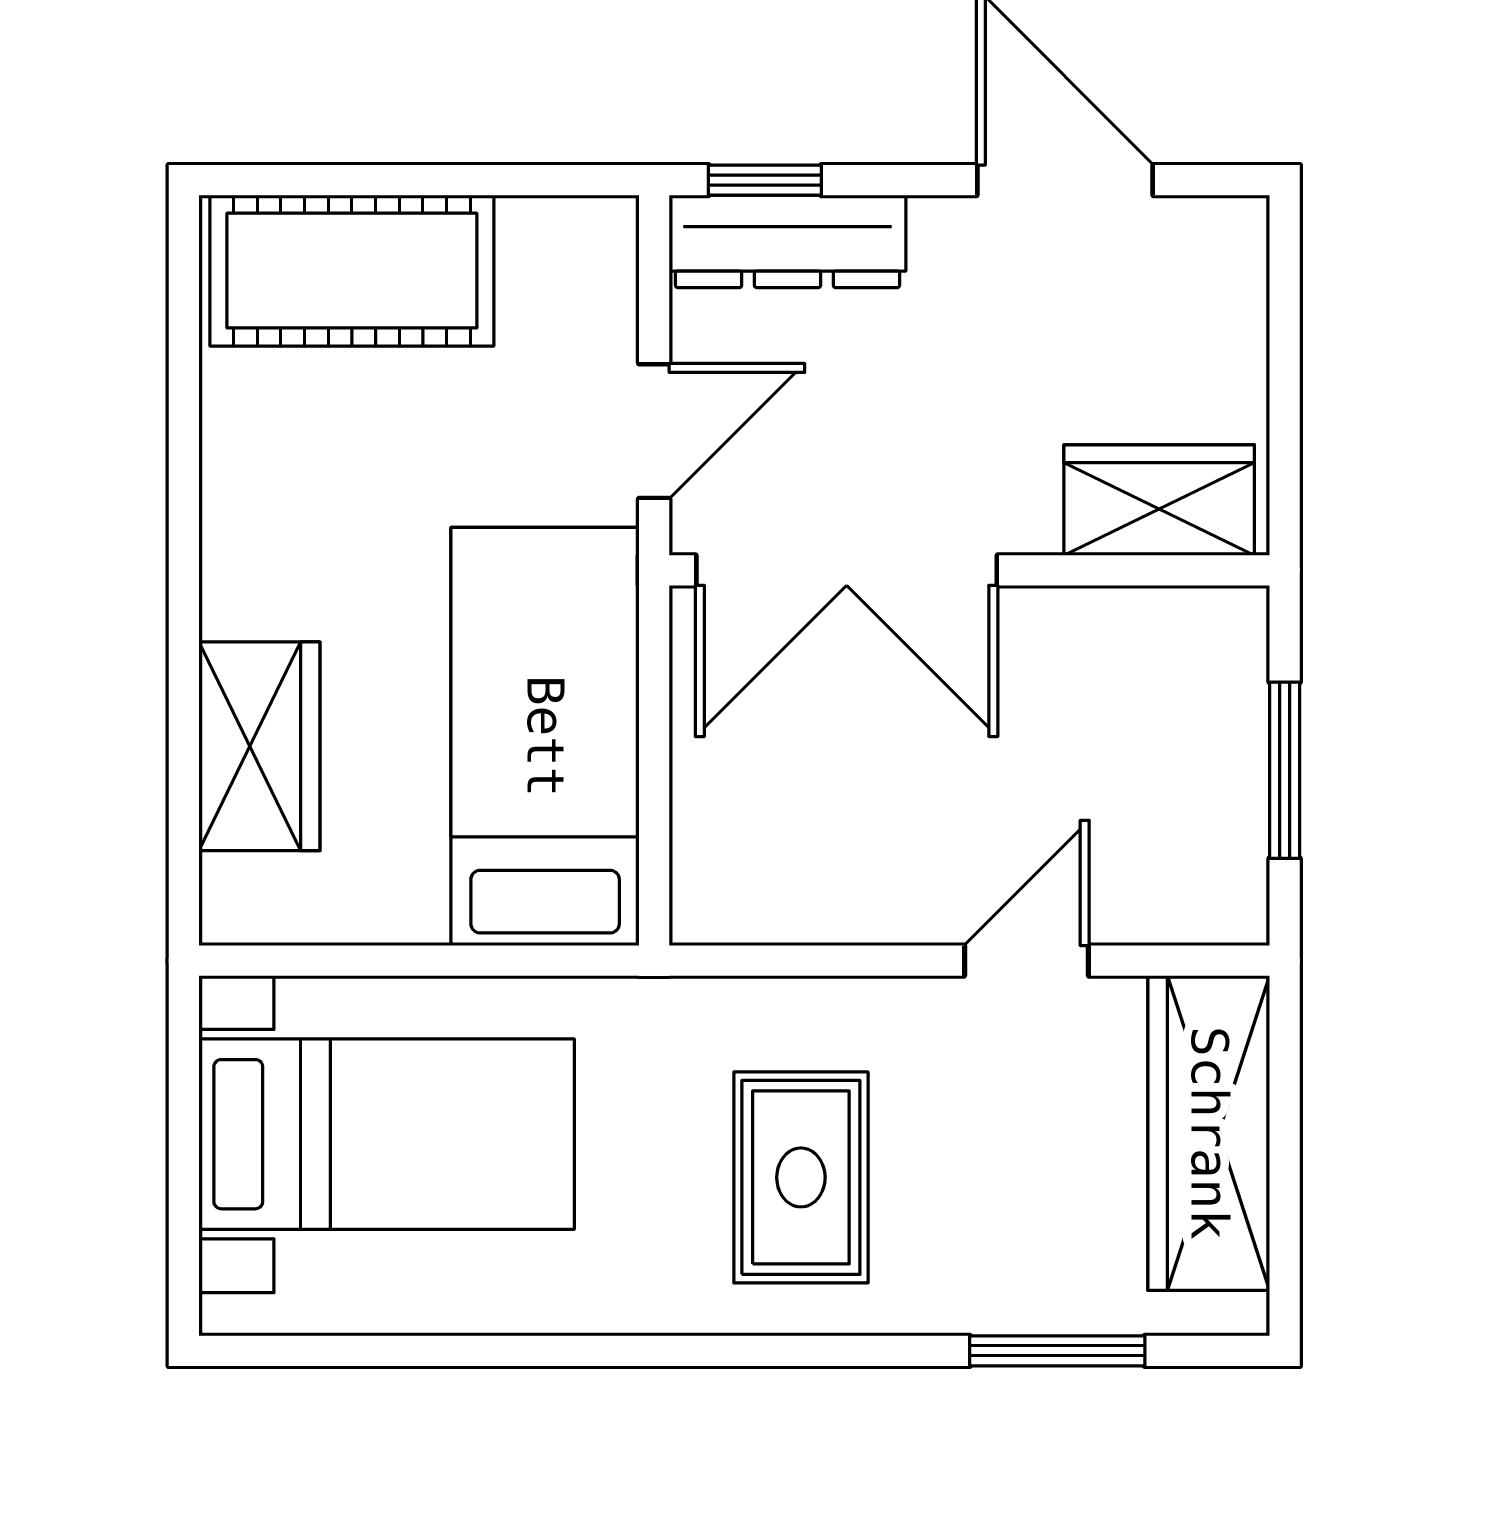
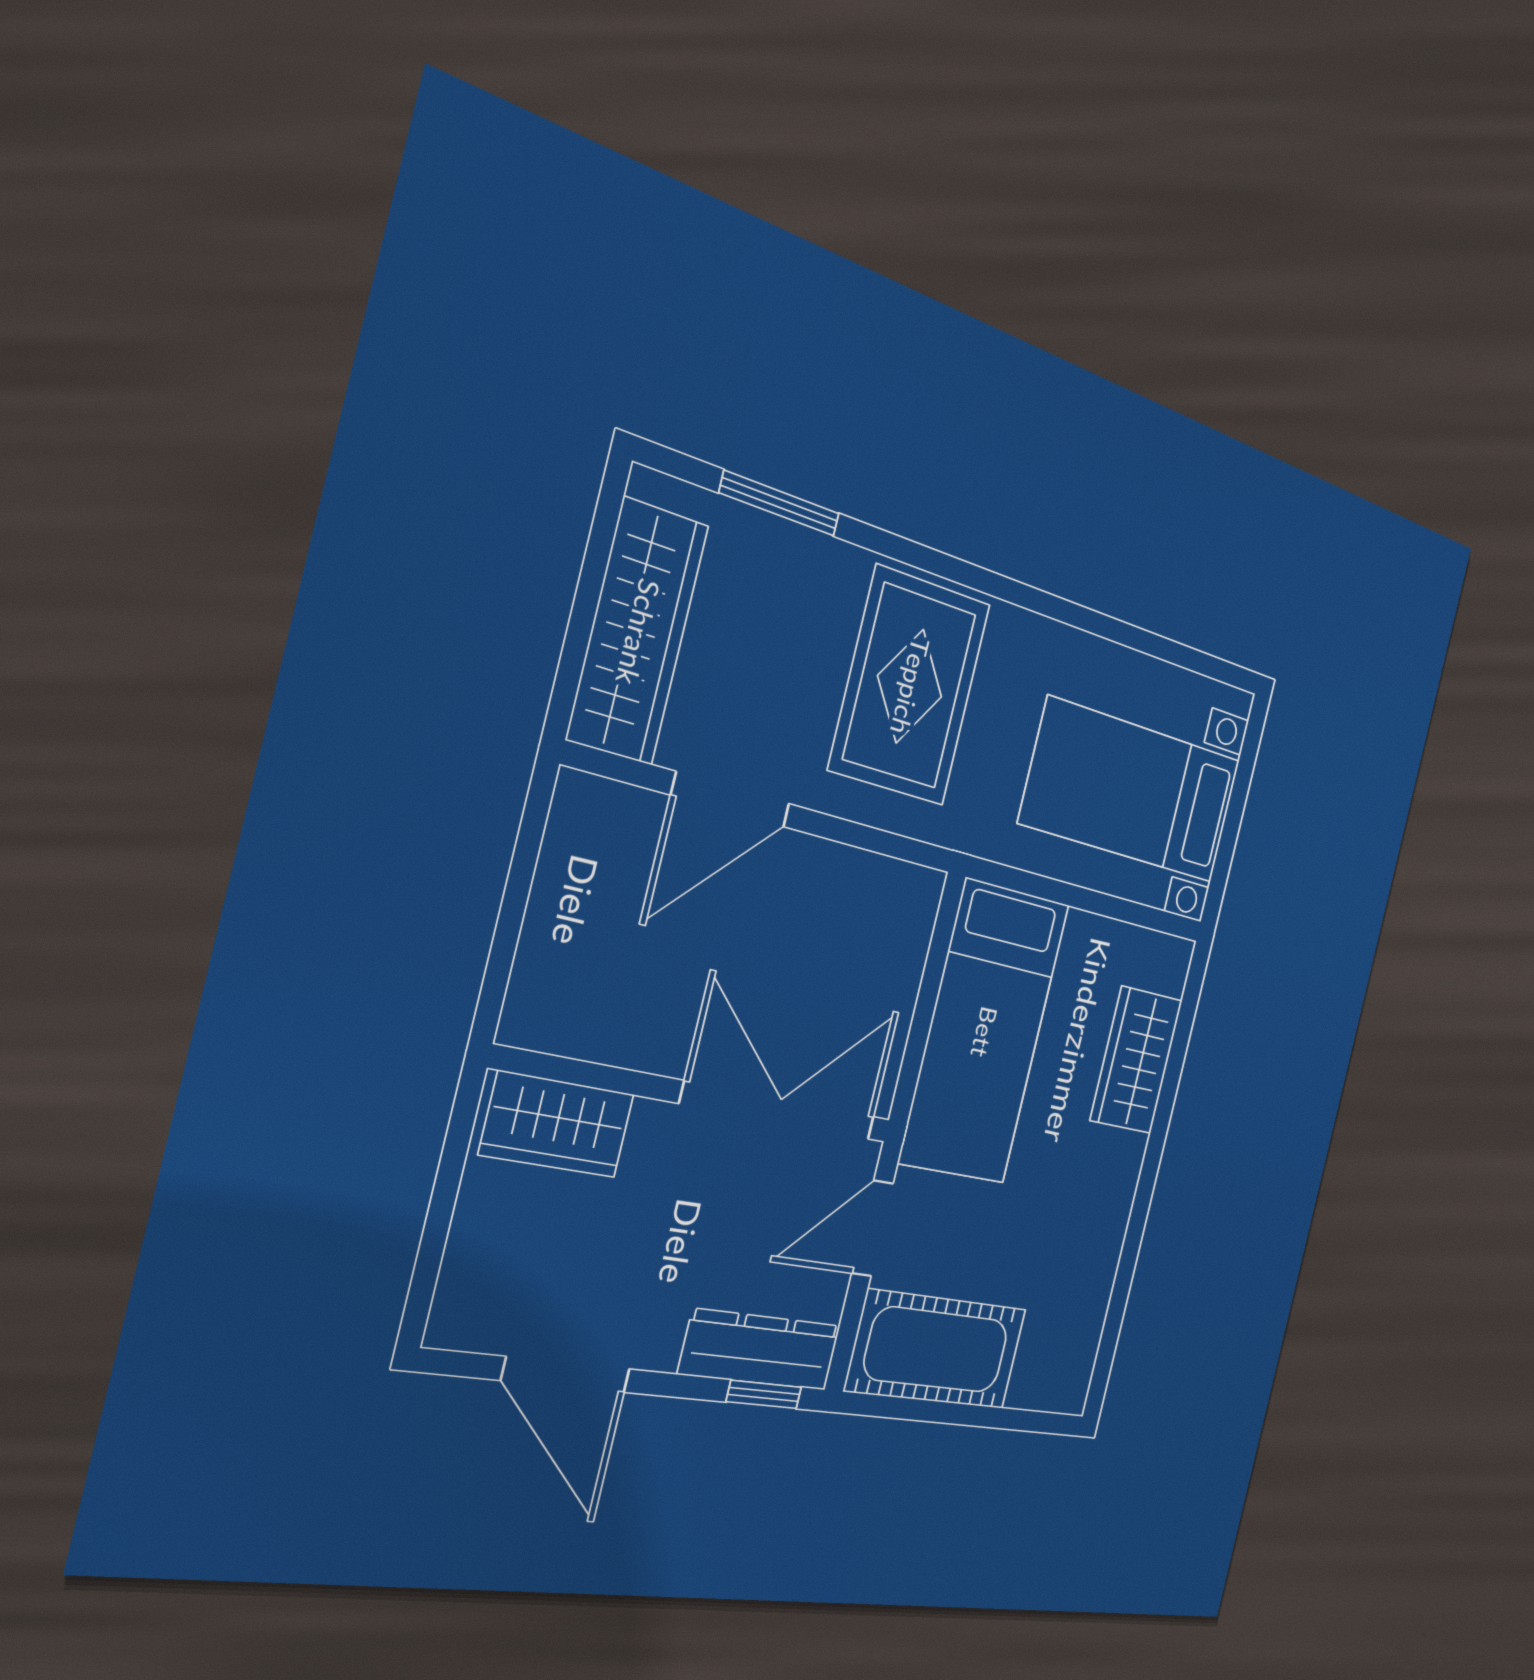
cot: (352, 271) -> (936, 1350), moved
window: (1285, 770) -> (516, 897), removed
door: (1027, 961) -> (731, 800), width x1.38
rug: (801, 1177) -> (910, 686), width x1.36, depth x1.43

